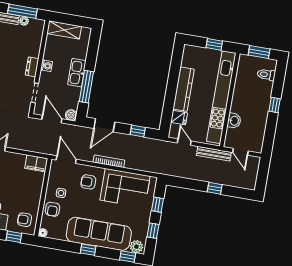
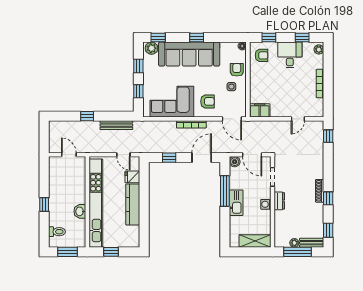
washbasin: (234, 121) -> (80, 211), moved
bench: (214, 154) -> (116, 125), moved

